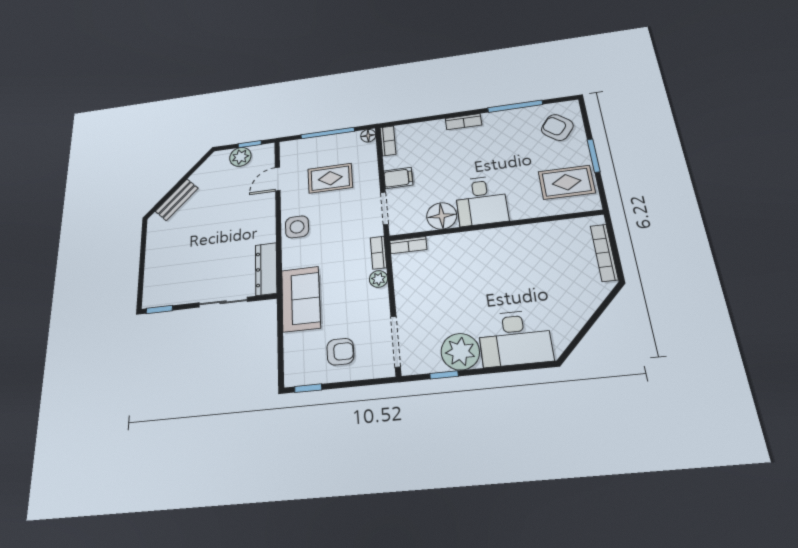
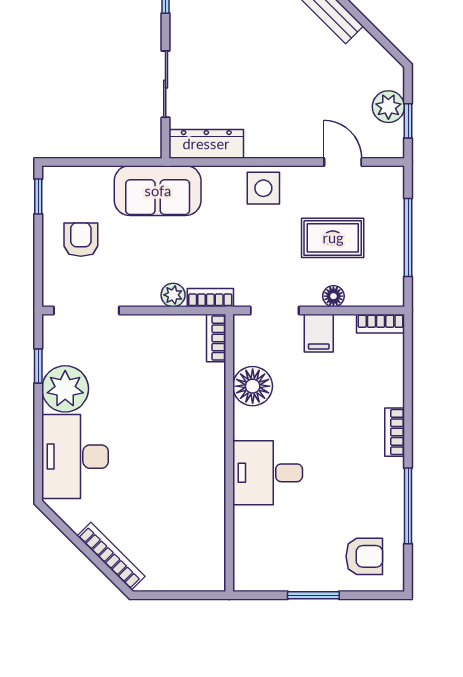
armchair: (557, 127) -> (364, 556), turned 52
floor lamp: (368, 136) -> (333, 296), moved
rug: (330, 178) -> (333, 238), turned 90
rug: (567, 182) -> (279, 554), removed
desk: (481, 201) -> (268, 473), moved
bookcase: (604, 253) -> (111, 556), moved, turned 45
armchair: (340, 352) -> (81, 240), turned 180

